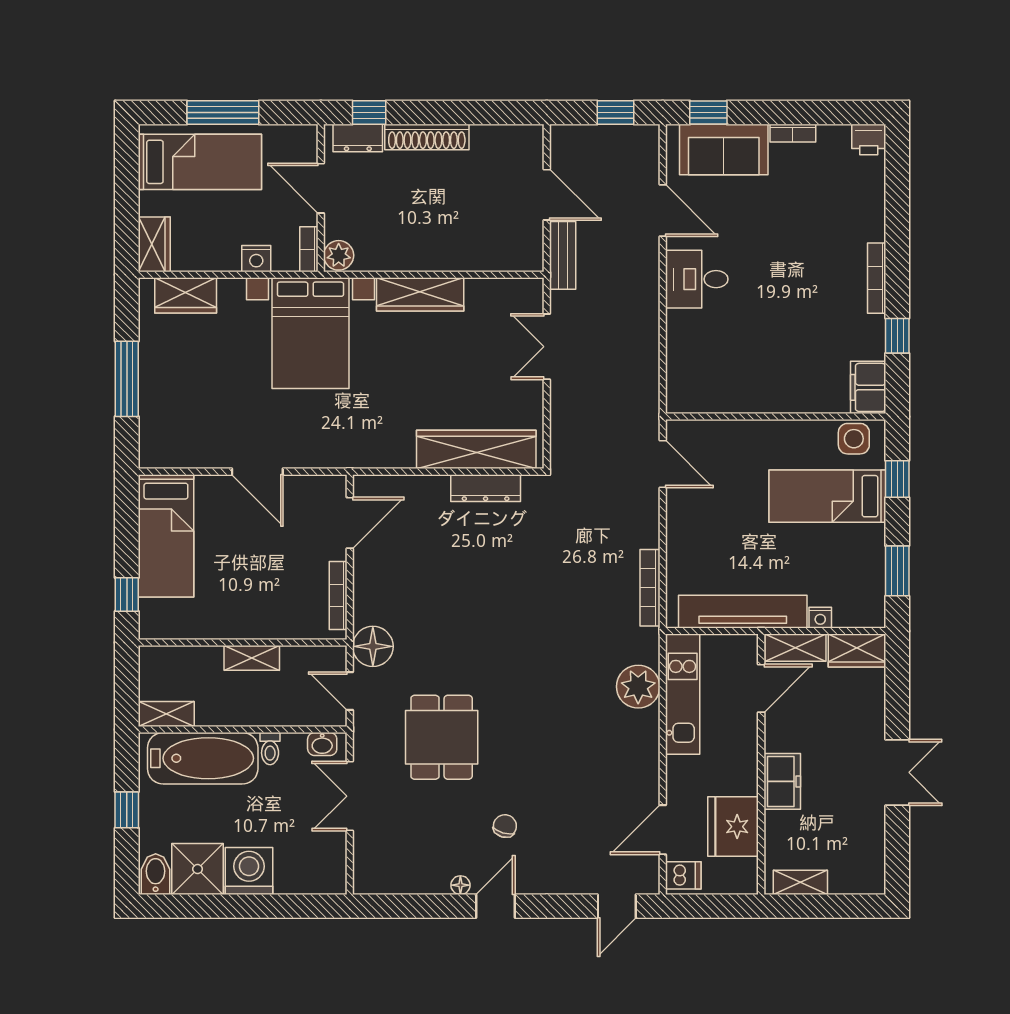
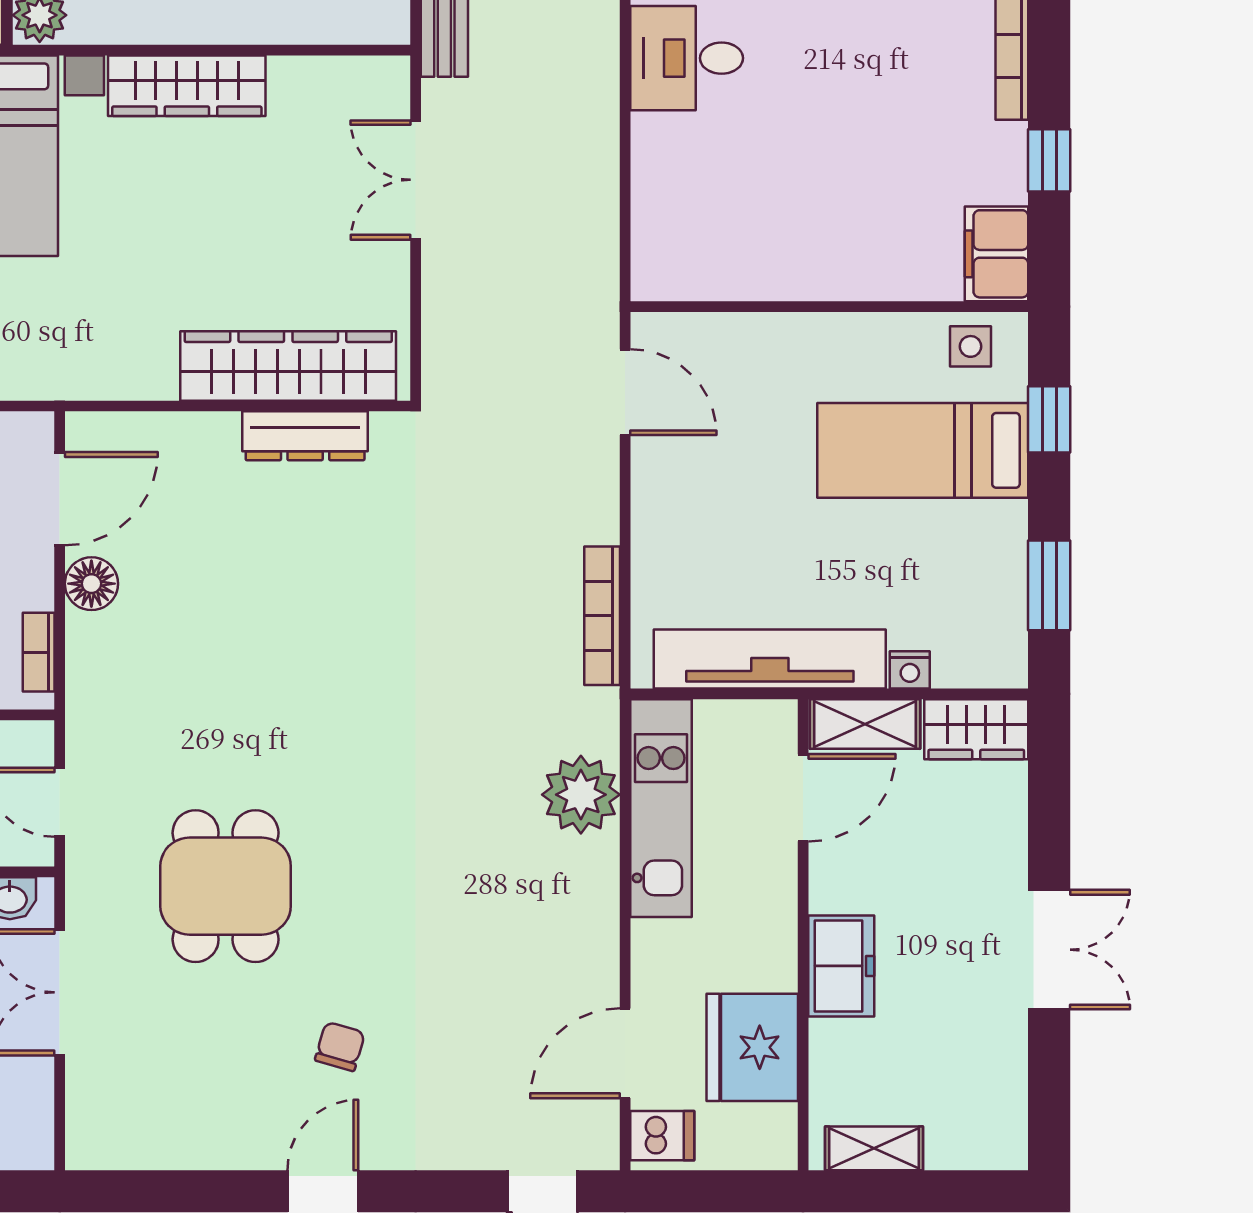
side table: (854, 439) -> (971, 346), width x0.73, depth x0.73
bookcase: (338, 596) -> (39, 652), width x0.64
floor lamp: (373, 646) -> (91, 584), moved, width x0.73, depth x0.73
floor lamp: (460, 885) -> (260, 1153), removed

